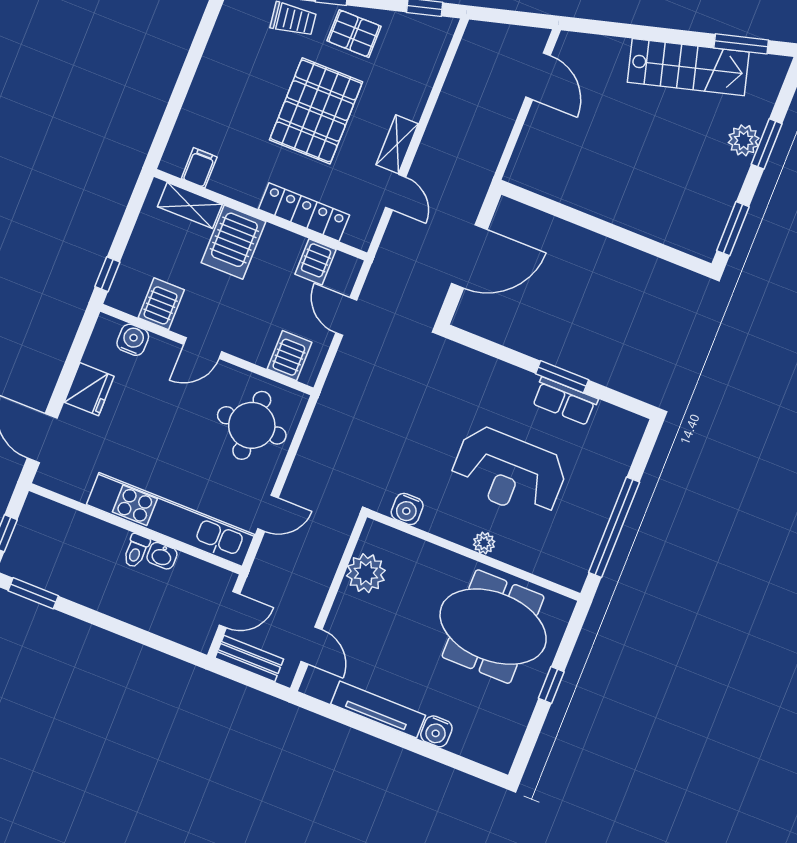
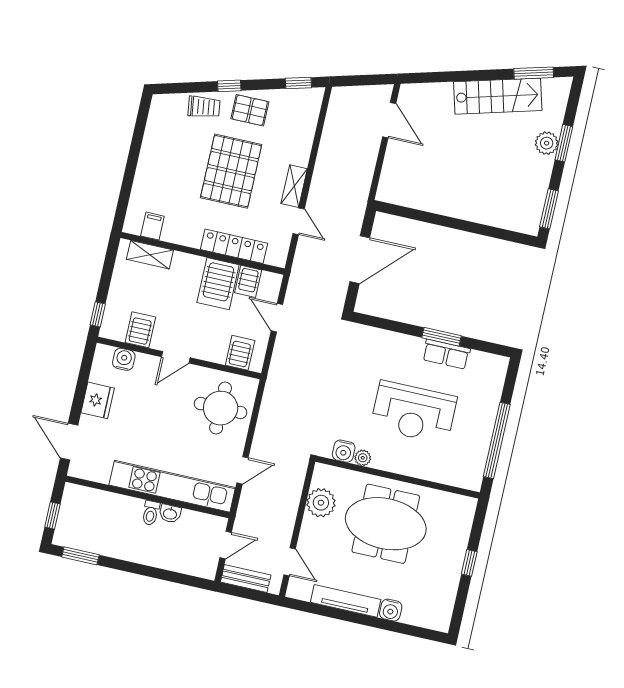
server rack: (234, 242) -> (218, 284), moved
plant: (484, 543) -> (363, 458), moved
meeting table: (493, 627) -> (386, 524), moved

